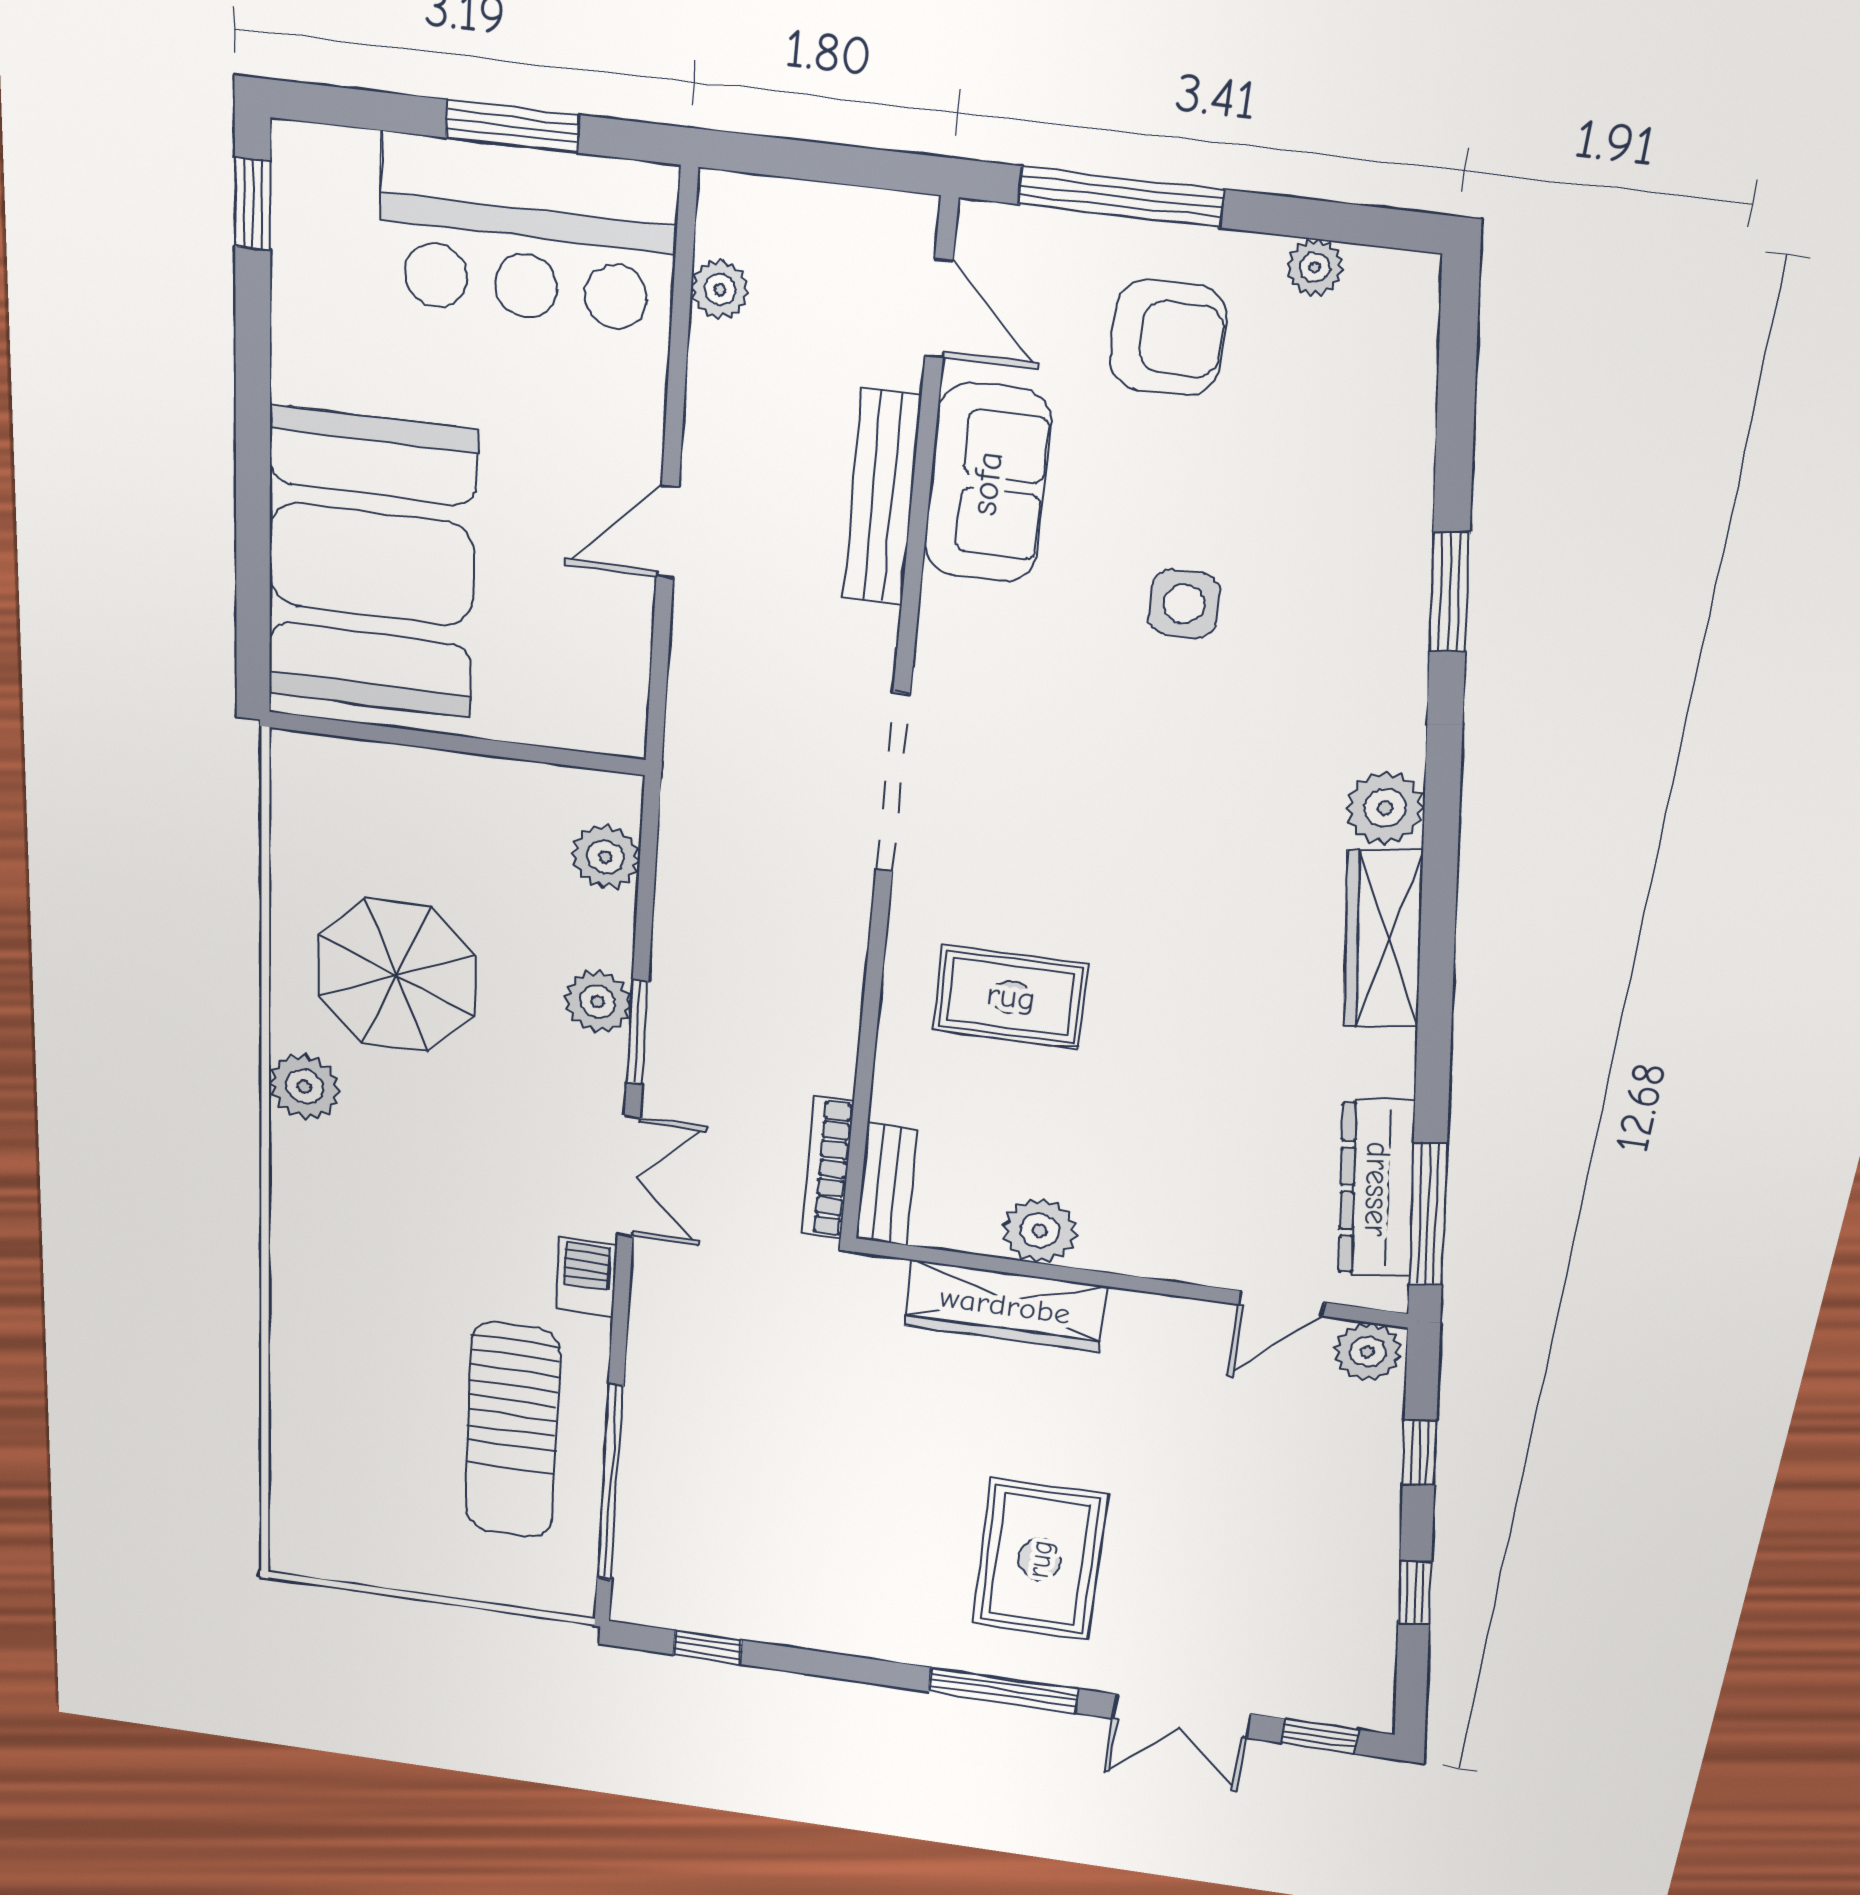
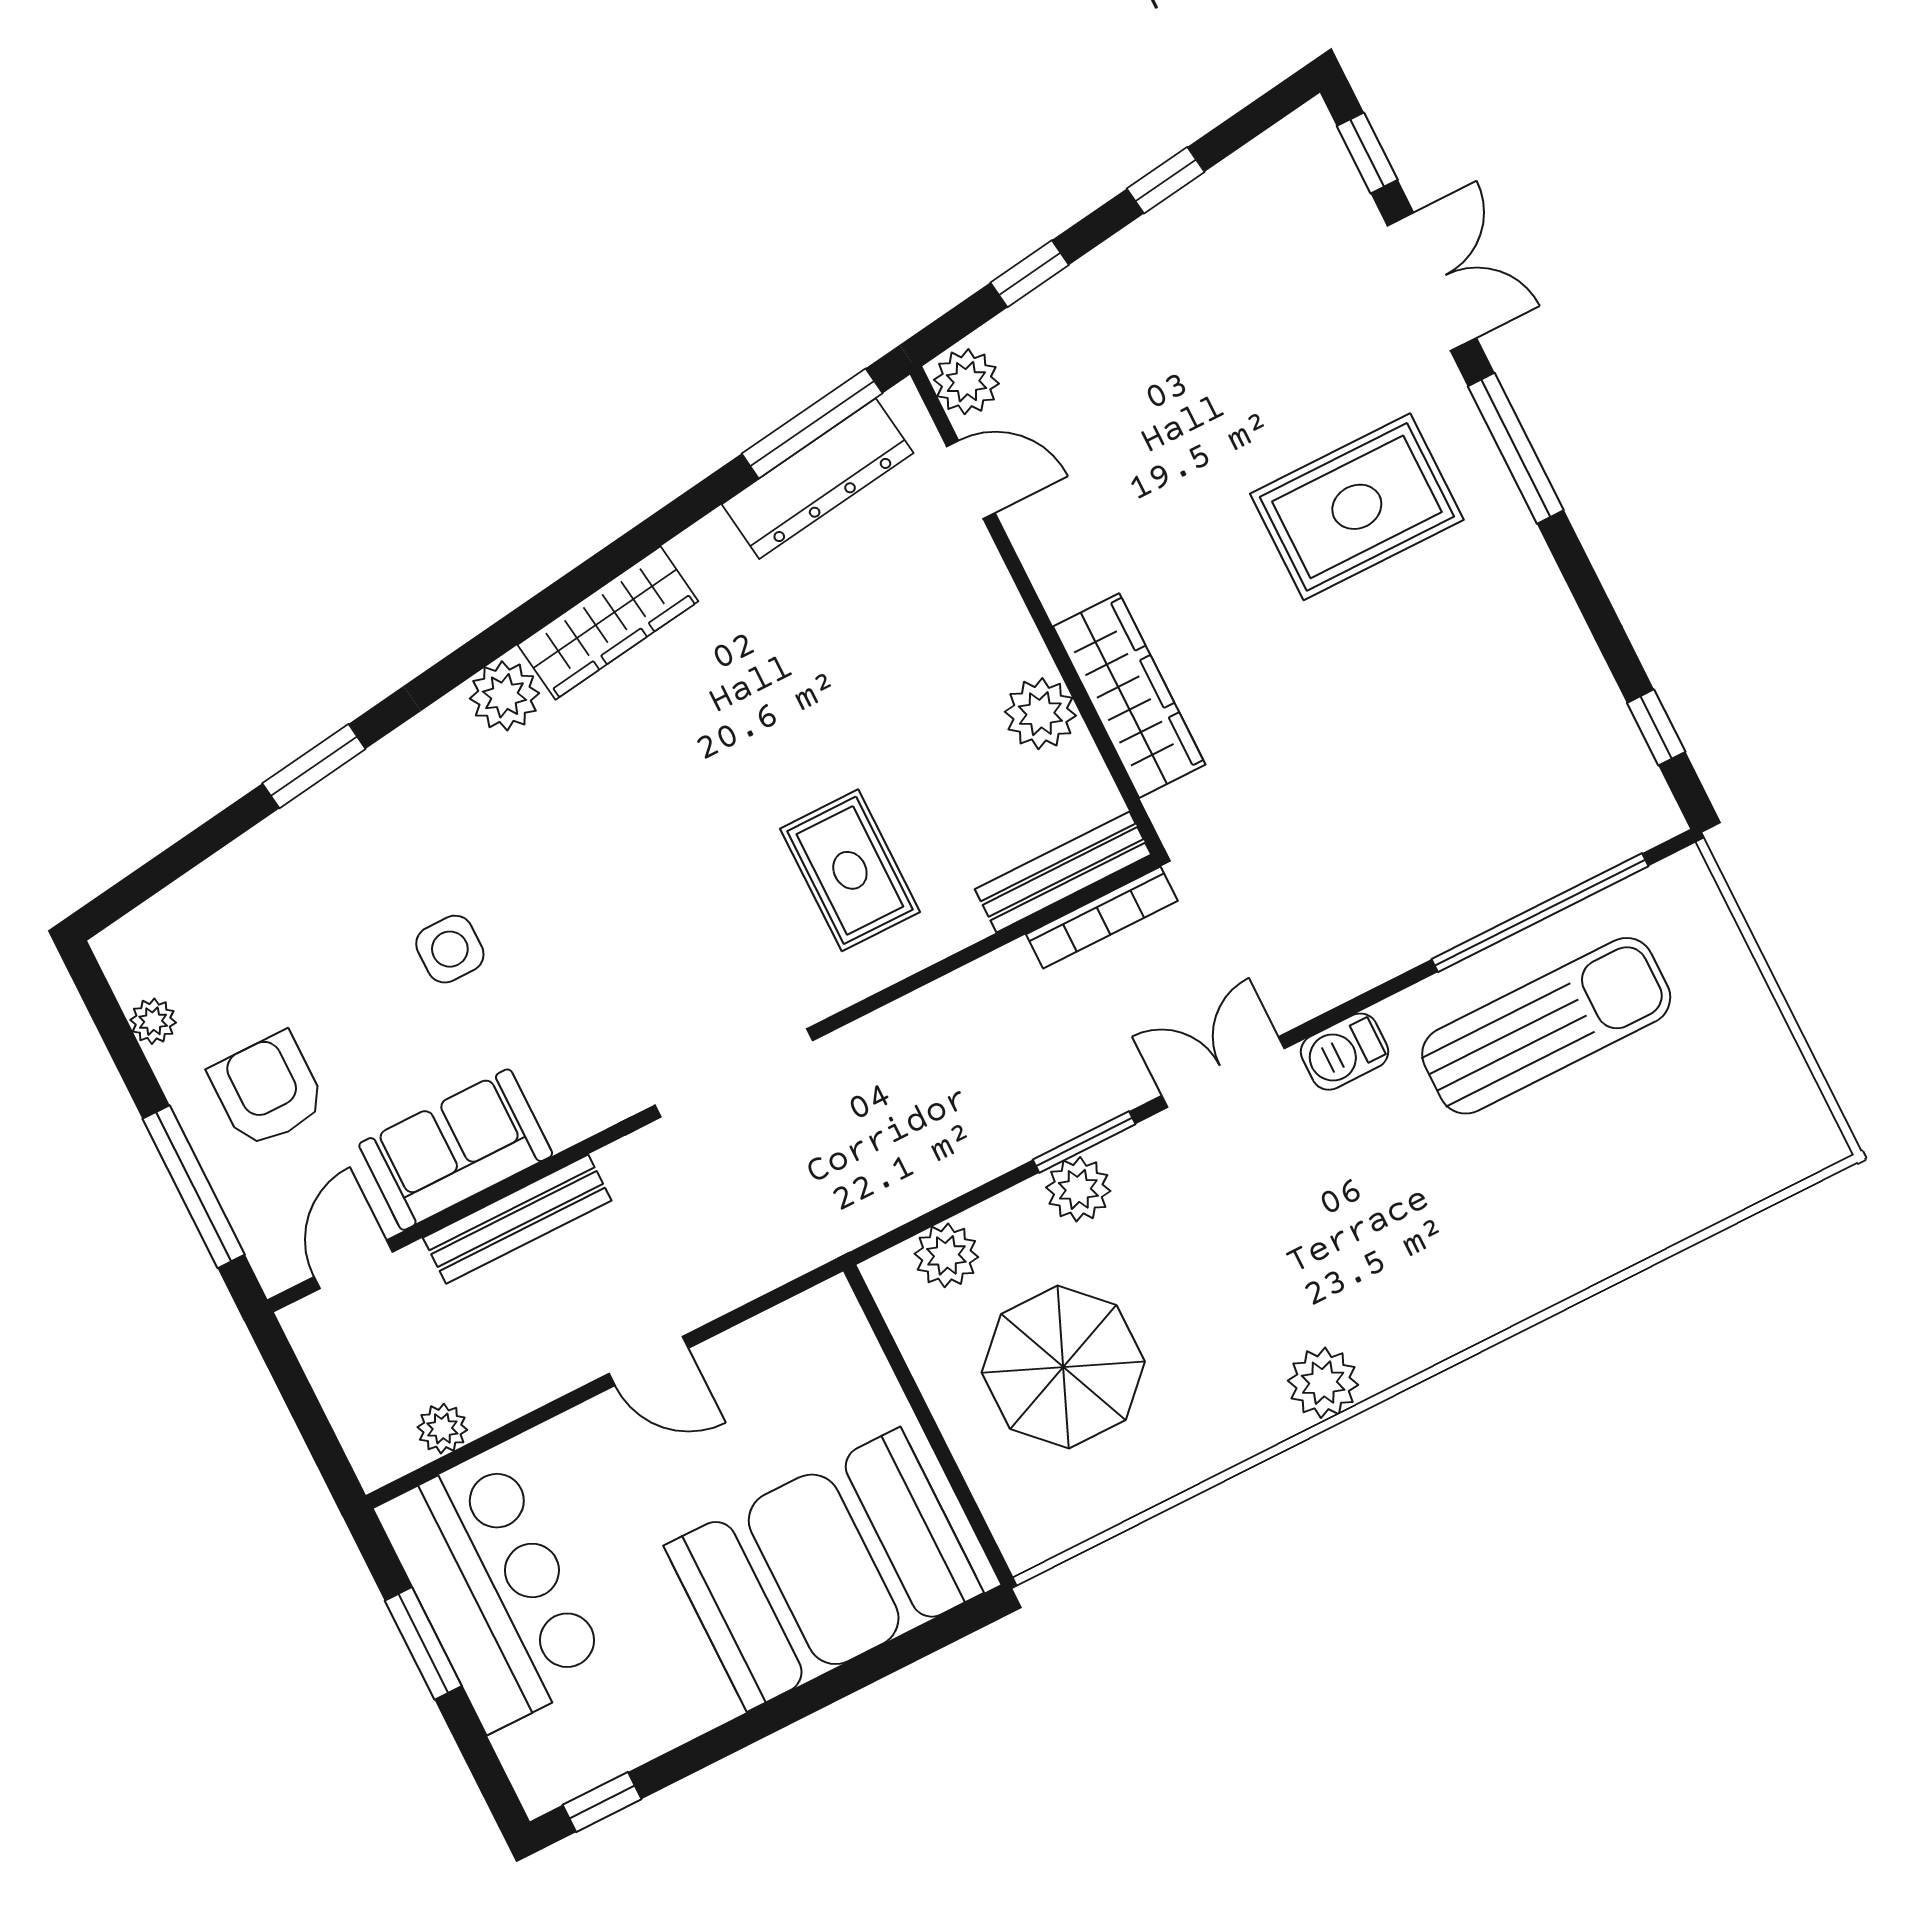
parasol: (396, 975) -> (1063, 1367), moved
bench: (887, 1184) -> (1063, 872), width x1.36

